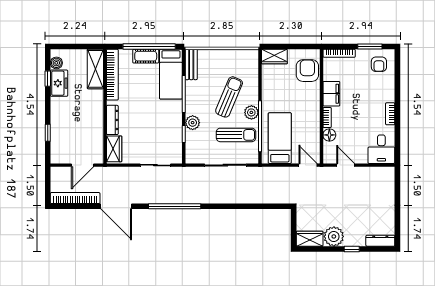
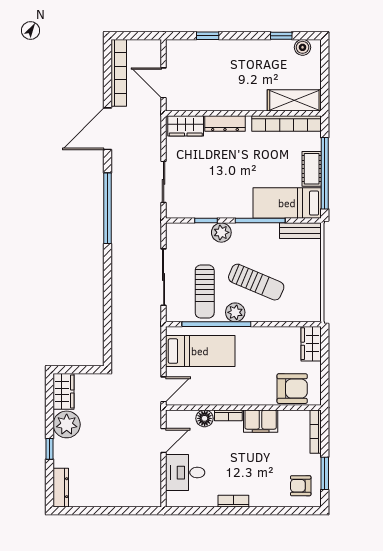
freezer: (59, 83) -> (275, 51), removed
desk: (381, 149) -> (185, 473), moved

